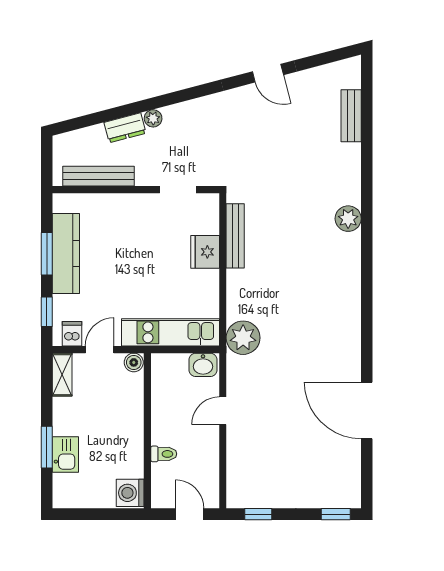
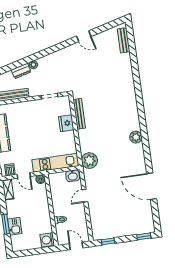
bench: (351, 116) -> (124, 40), moved
plant: (348, 219) -> (136, 137), moved
door: (100, 350) -> (24, 175), swing flipped

